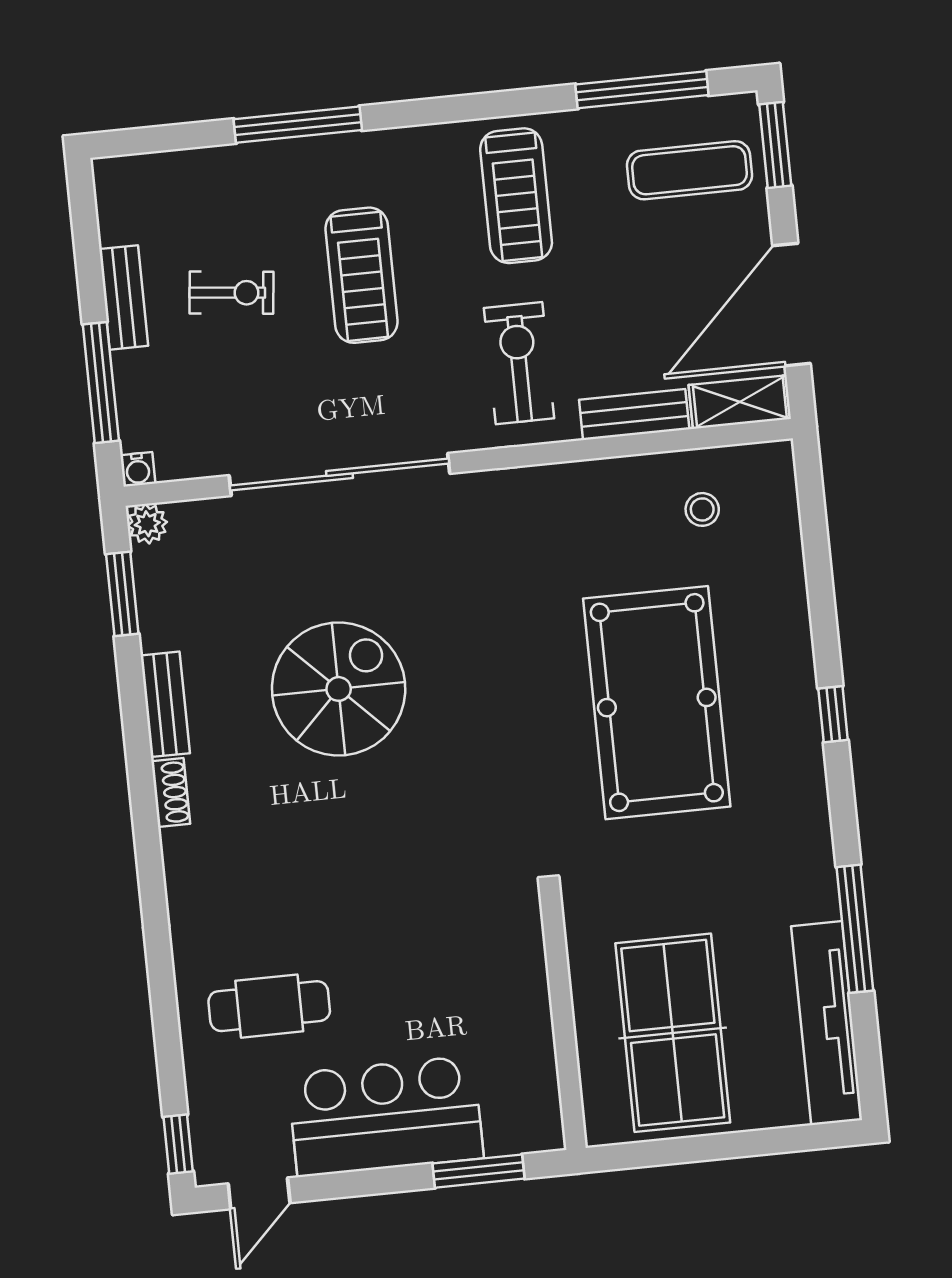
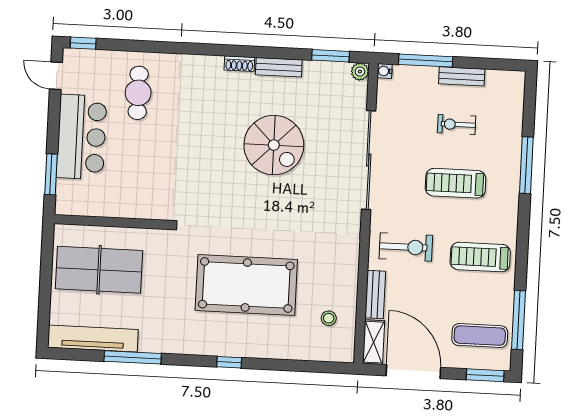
exercise mat: (689, 170) -> (480, 336), turned 90
exercise bike: (231, 293) -> (457, 124), turned 84

